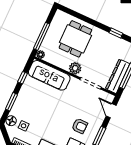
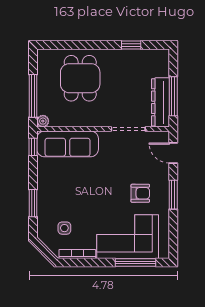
plant: (75, 68) -> (98, 118), removed
window: (23, 78) -> (33, 147), moved
floor lamp: (11, 121) -> (44, 229), removed

